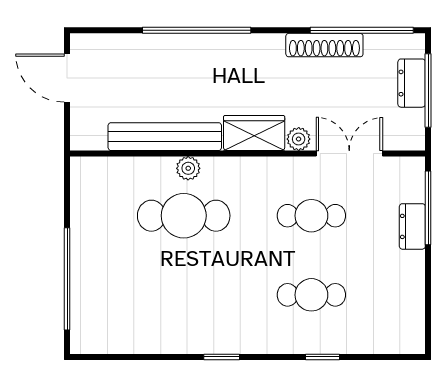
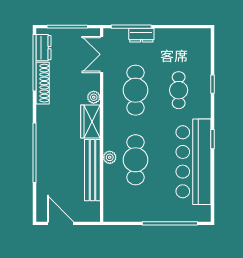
door: (67, 78) -> (60, 223), swing flipped
dresser: (412, 83) -> (43, 48), moved, turned -90
double door: (349, 154) -> (102, 54), moved
cafe table: (311, 216) -> (136, 90), width x1.37, depth x1.35
bar counter: (180, 322) -> (194, 162), added

